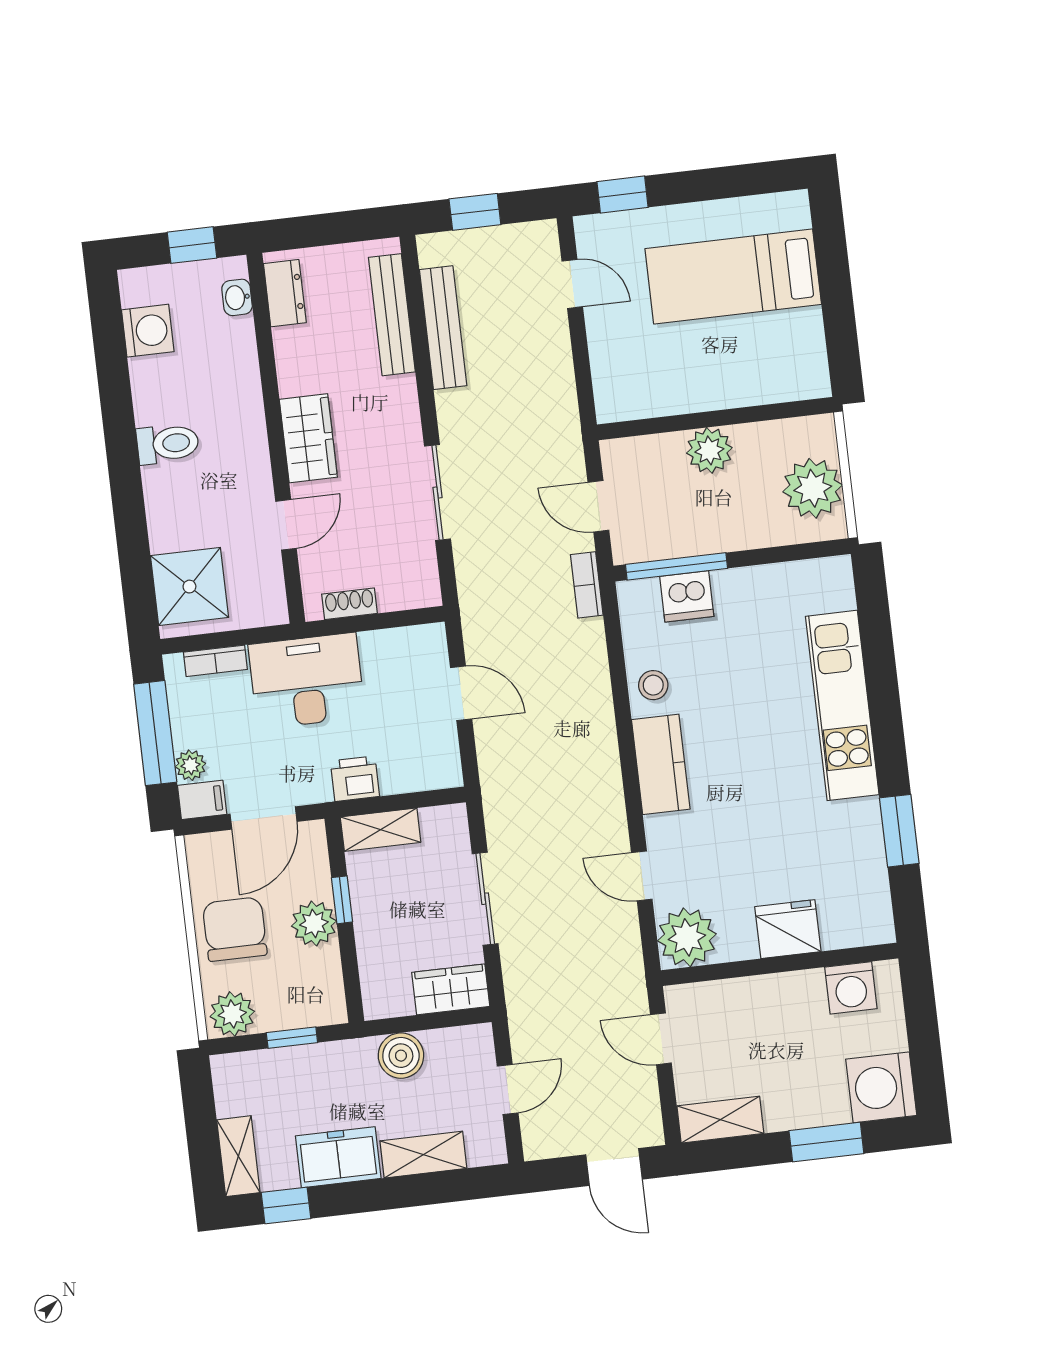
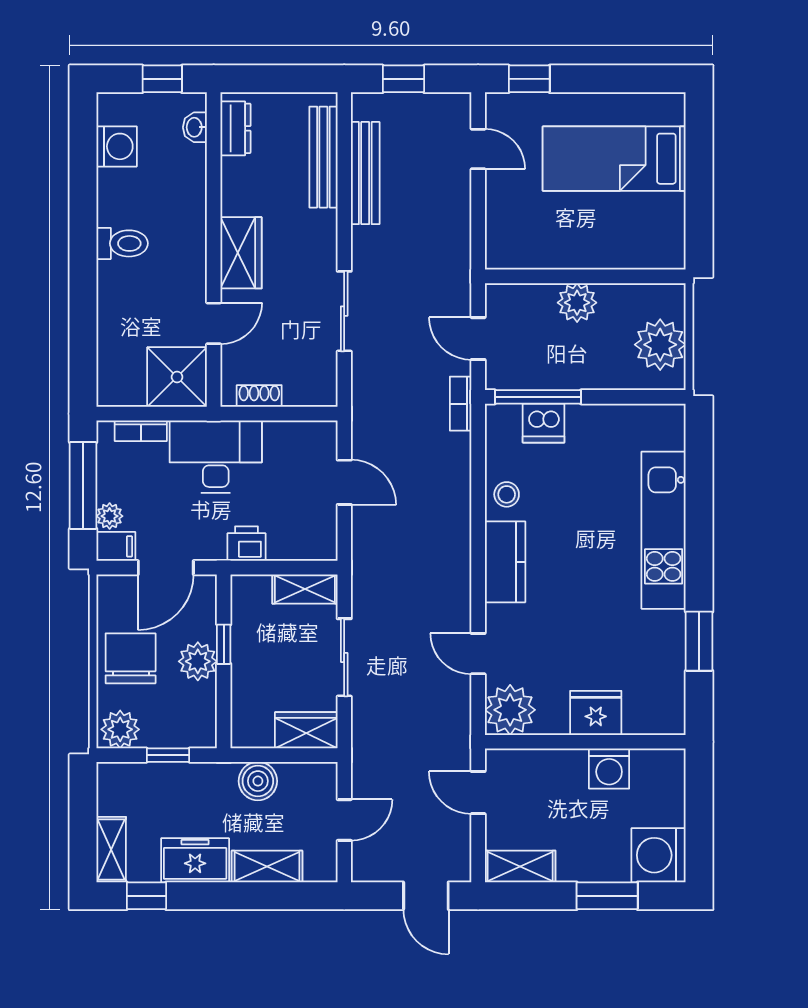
shower: (189, 587) -> (177, 377), moved
shelving: (381, 830) -> (305, 589), moved
washing machine: (851, 988) -> (609, 769), moved

